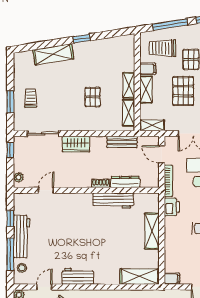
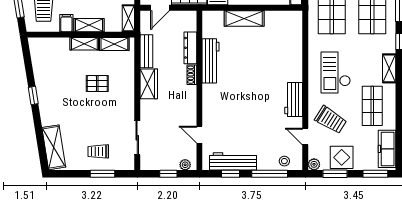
shelving: (53, 54) -> (54, 147), moved
wardrobe: (76, 144) -> (149, 84), moved
window: (10, 150) -> (168, 174), moved
workbench: (22, 237) -> (233, 161), moved
shelving: (140, 277) -> (294, 32), removed

